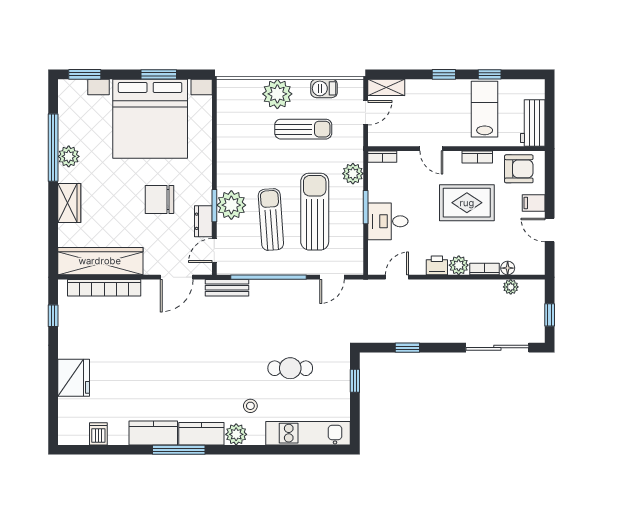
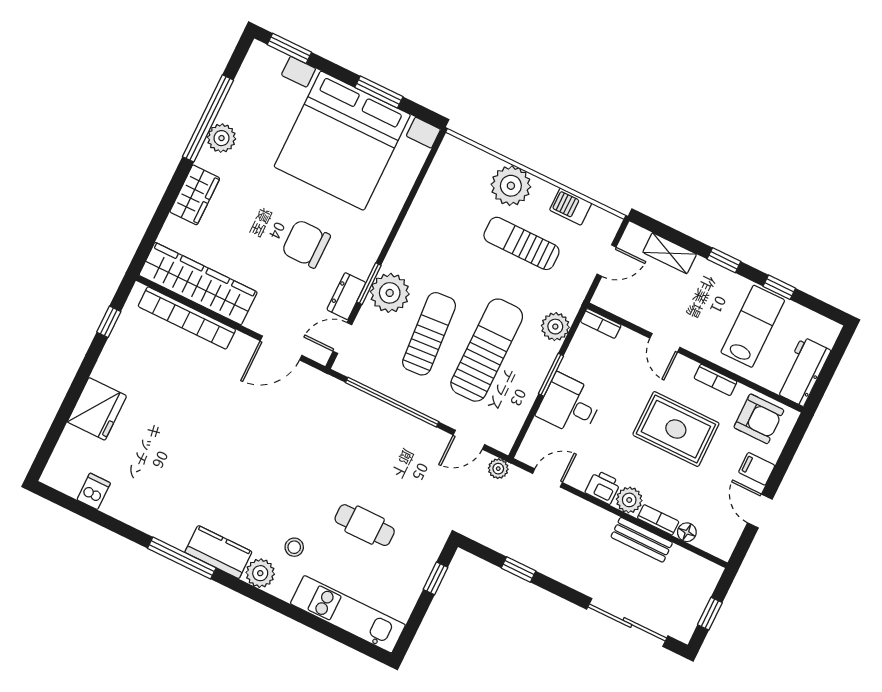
shelving: (386, 87) -> (670, 253), moved
sun lounger: (303, 129) -> (521, 243), turned 180
plant: (511, 287) -> (498, 469), moved
bench: (227, 288) -> (642, 540), moved
kitchen counter: (153, 433) -> (161, 523), removed

